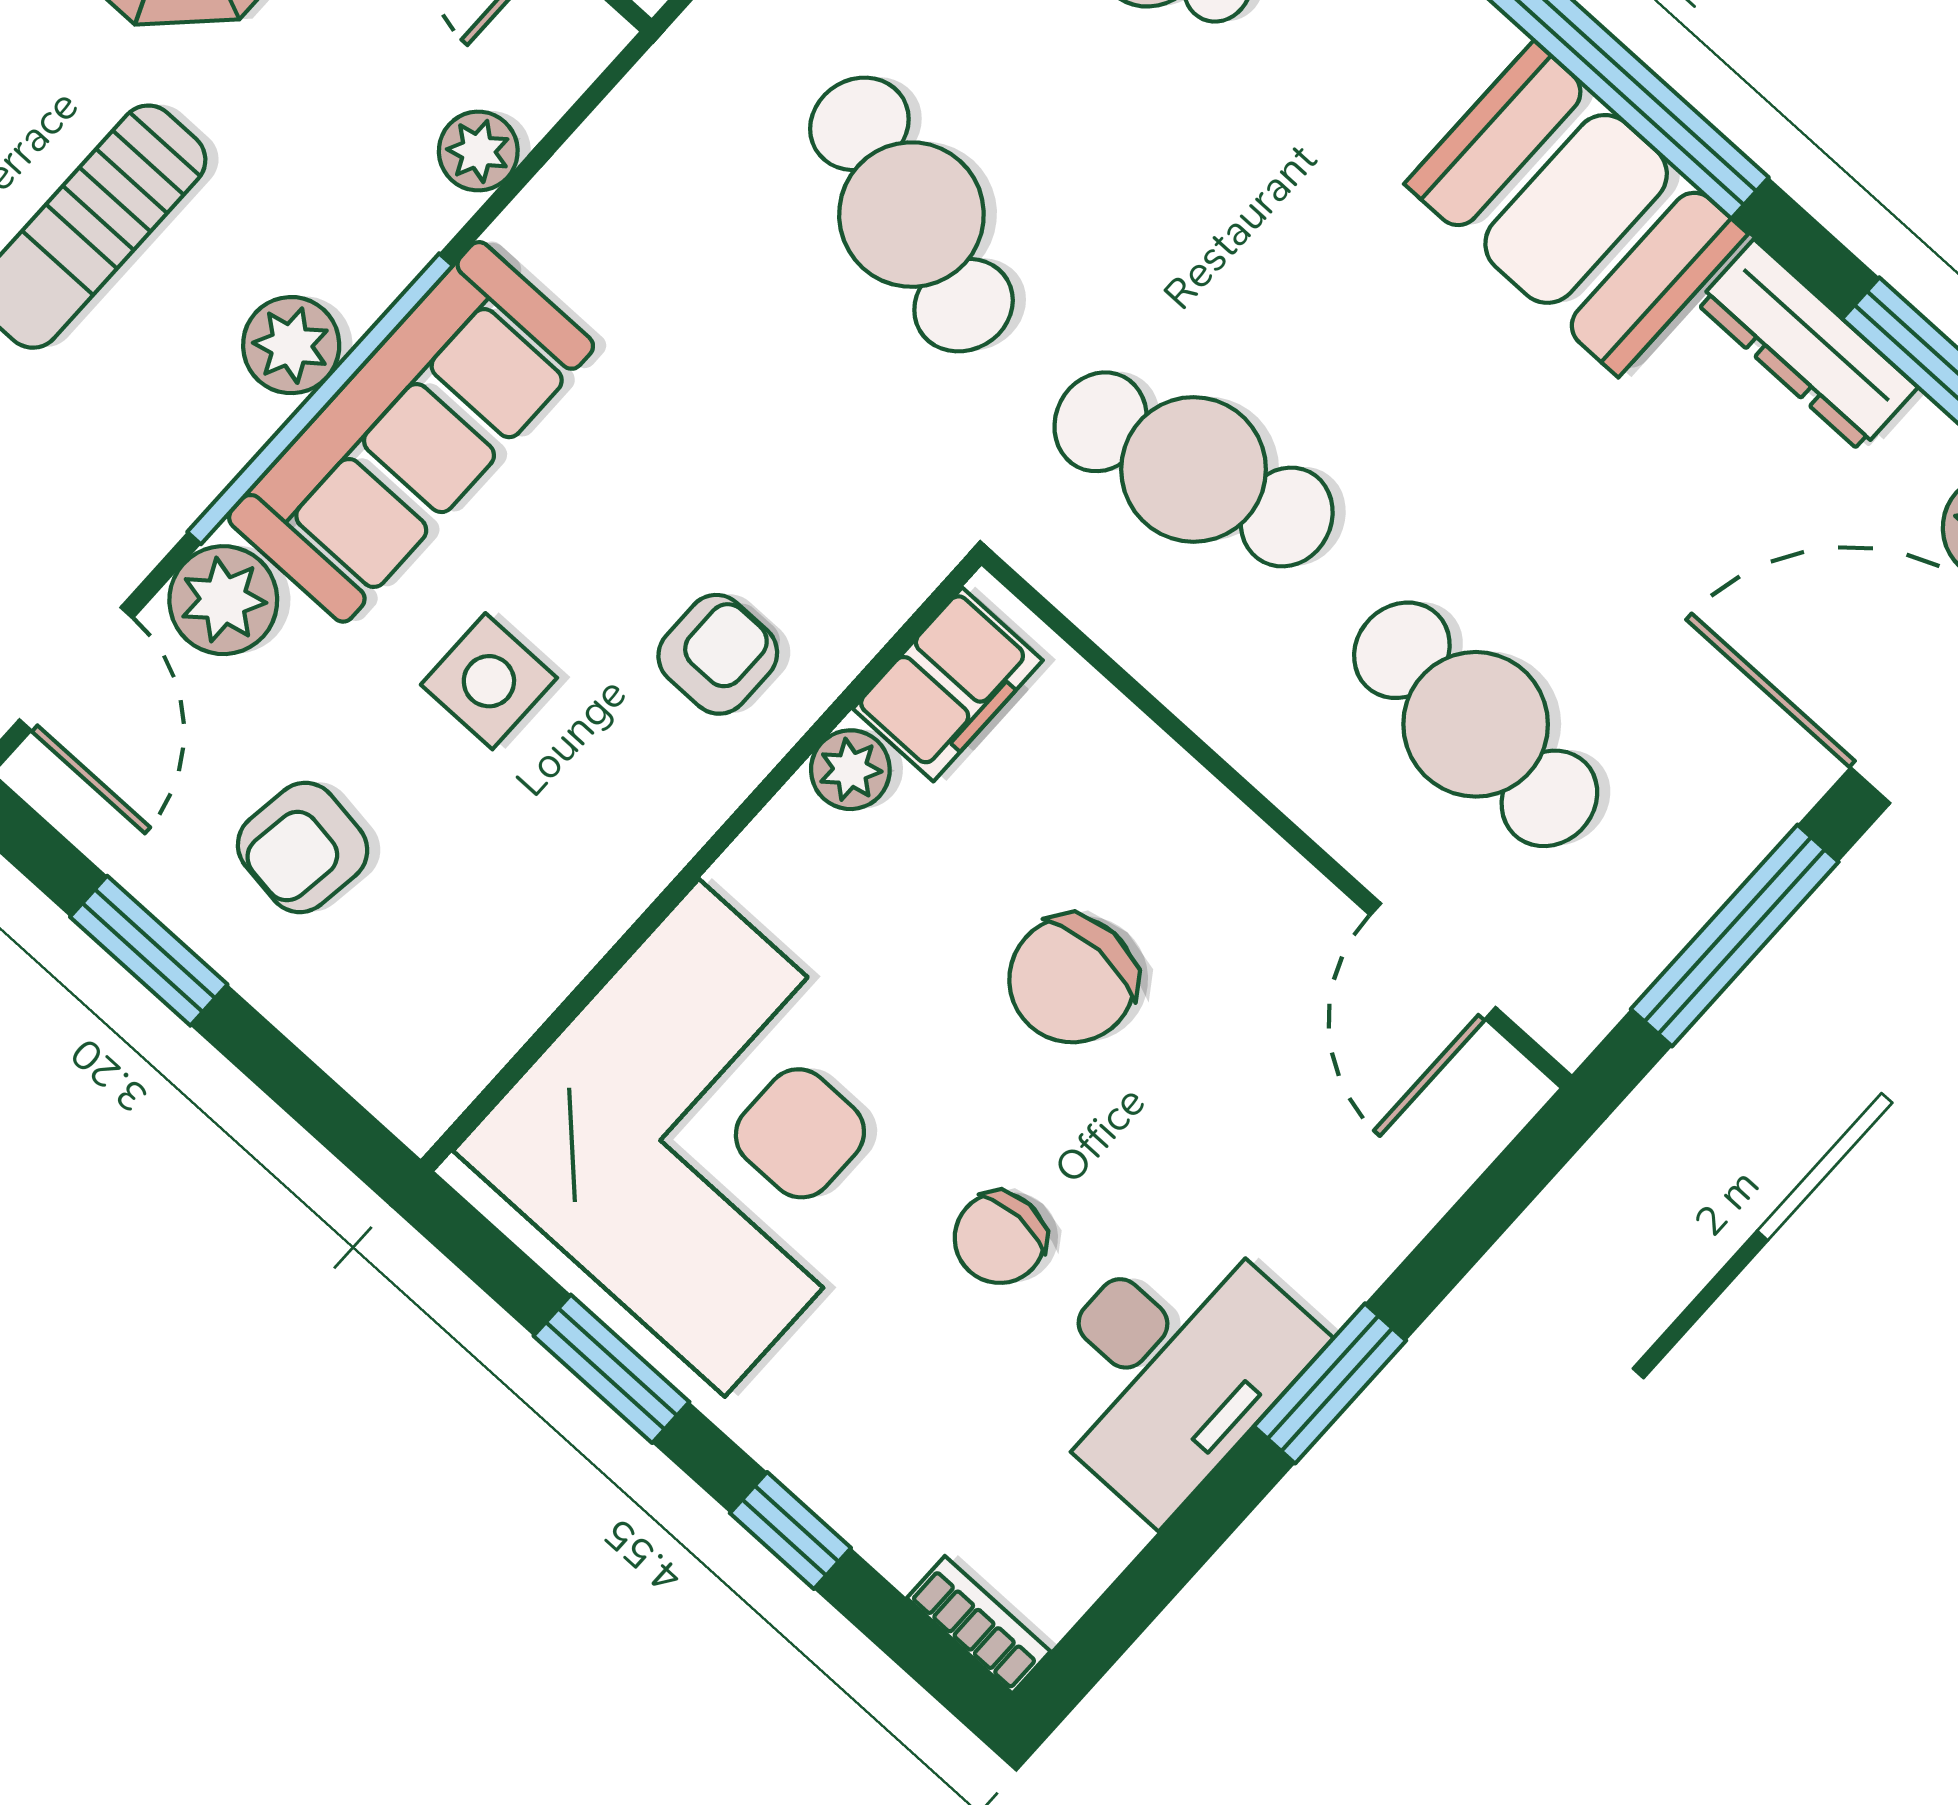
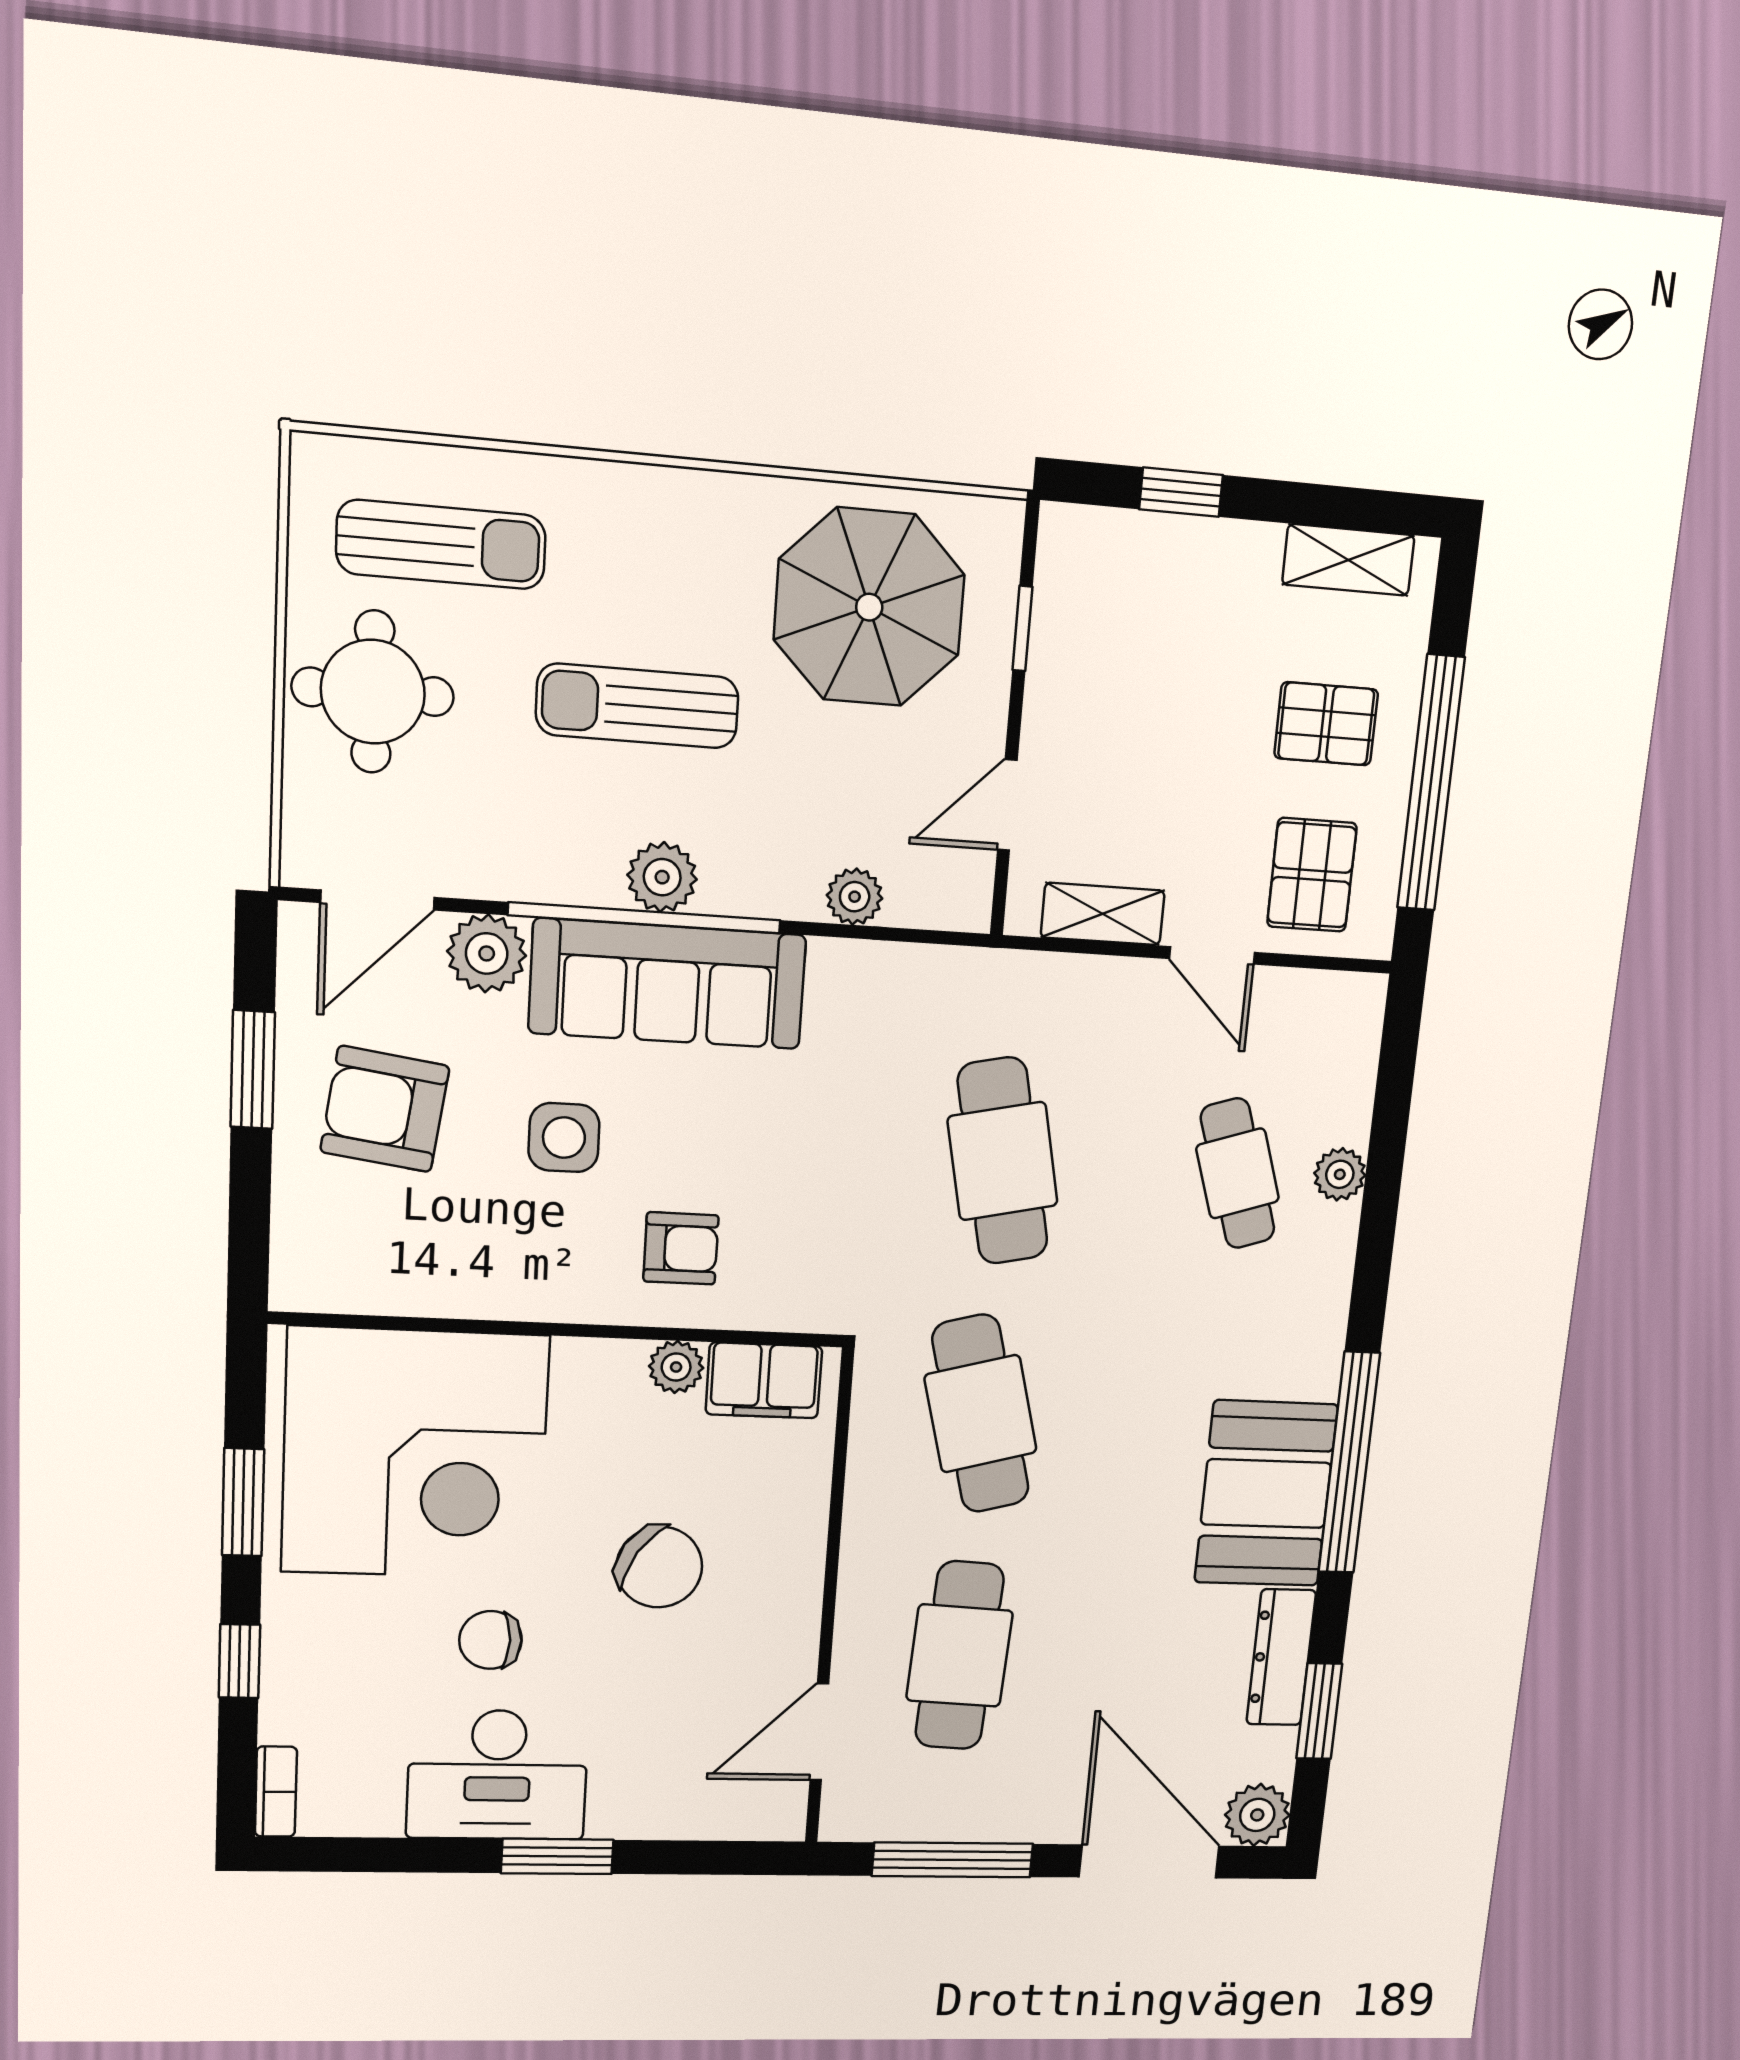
cafe table: (911, 215) -> (1003, 1161), turned -30
armchair: (303, 847) -> (385, 1109), width x1.38, depth x1.38
chair: (1072, 980) -> (659, 1567), turned -147

